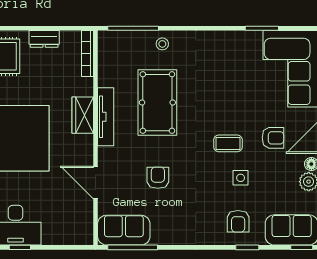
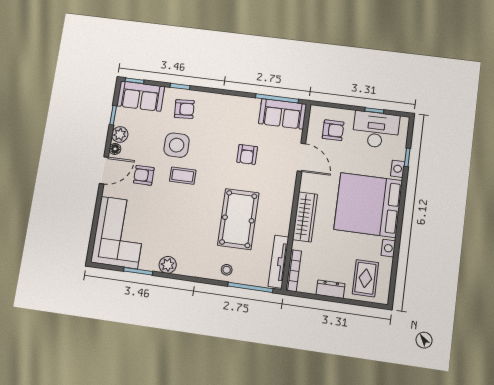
plant: (230, 40) -> (168, 265), added
wardrobe: (83, 115) -> (305, 217), width x1.50
tv unit: (106, 117) -> (278, 262), moved
side table: (241, 178) -> (177, 145), width x1.87, depth x1.87
armchair: (64, 218) -> (333, 130), added
armchair: (238, 221) -> (184, 109), turned 86

